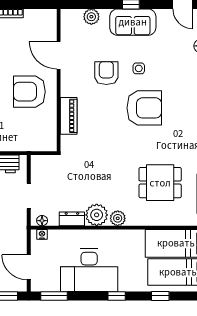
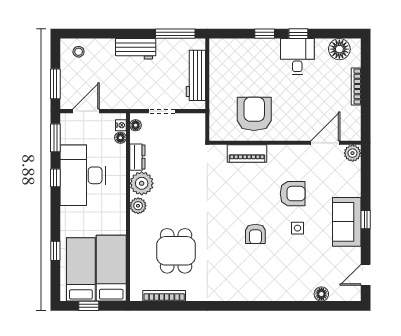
plant: (91, 17) -> (353, 153), moved
door: (59, 55) -> (325, 143), moved
armchair: (29, 92) -> (254, 114), moved
armchair: (144, 108) -> (255, 234), width x0.53, depth x0.53
floor lamp: (54, 235) -> (120, 138), added
window: (117, 296) -> (55, 178), moved

